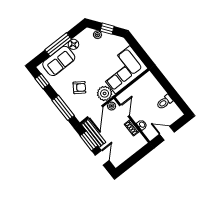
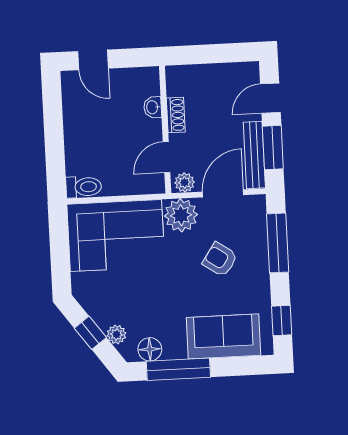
floor lamp: (73, 44) -> (150, 349), moved
window: (58, 45) -> (178, 369), moved
toilet: (165, 102) -> (84, 187), moved
door: (167, 133) -> (93, 60), moved

